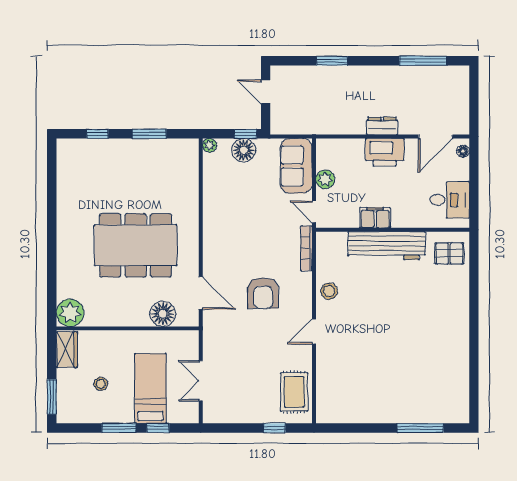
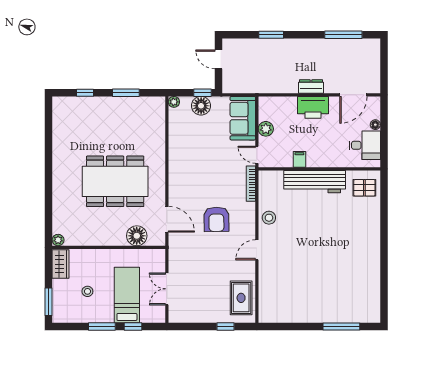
floor lamp: (463, 151) -> (375, 125), moved
filing cabinet: (375, 218) -> (299, 159), width x0.50
plant: (70, 313) -> (58, 240), width x0.53, depth x0.53

